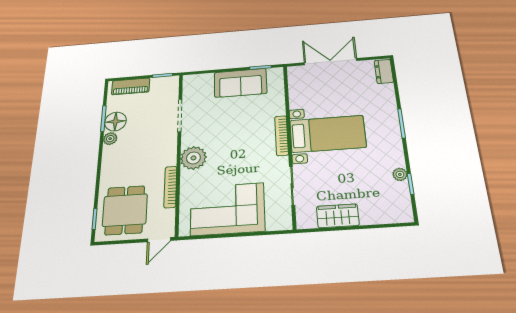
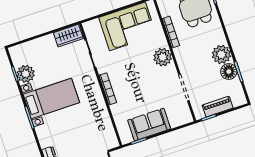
piano: (131, 86) -> (218, 107), moved
bed with nightstands: (328, 134) -> (51, 98), moved, turned 180
plant: (110, 139) -> (221, 54), width x1.88, depth x1.88
plant: (400, 174) -> (26, 74), width x1.88, depth x1.88
wardrobe: (338, 216) -> (68, 36), moved

